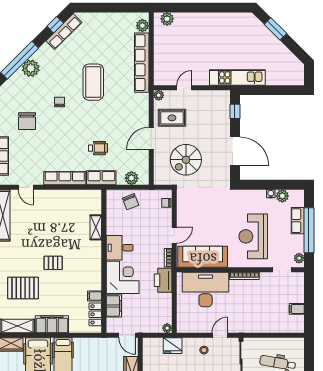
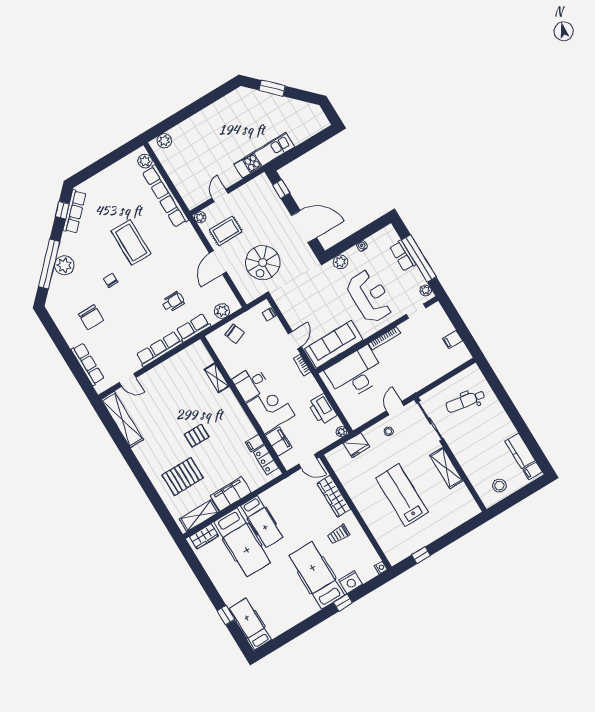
plant: (282, 196) -> (341, 262), moved
reception desk: (253, 236) -> (370, 296), turned 180
printer: (163, 280) -> (322, 409), moved

